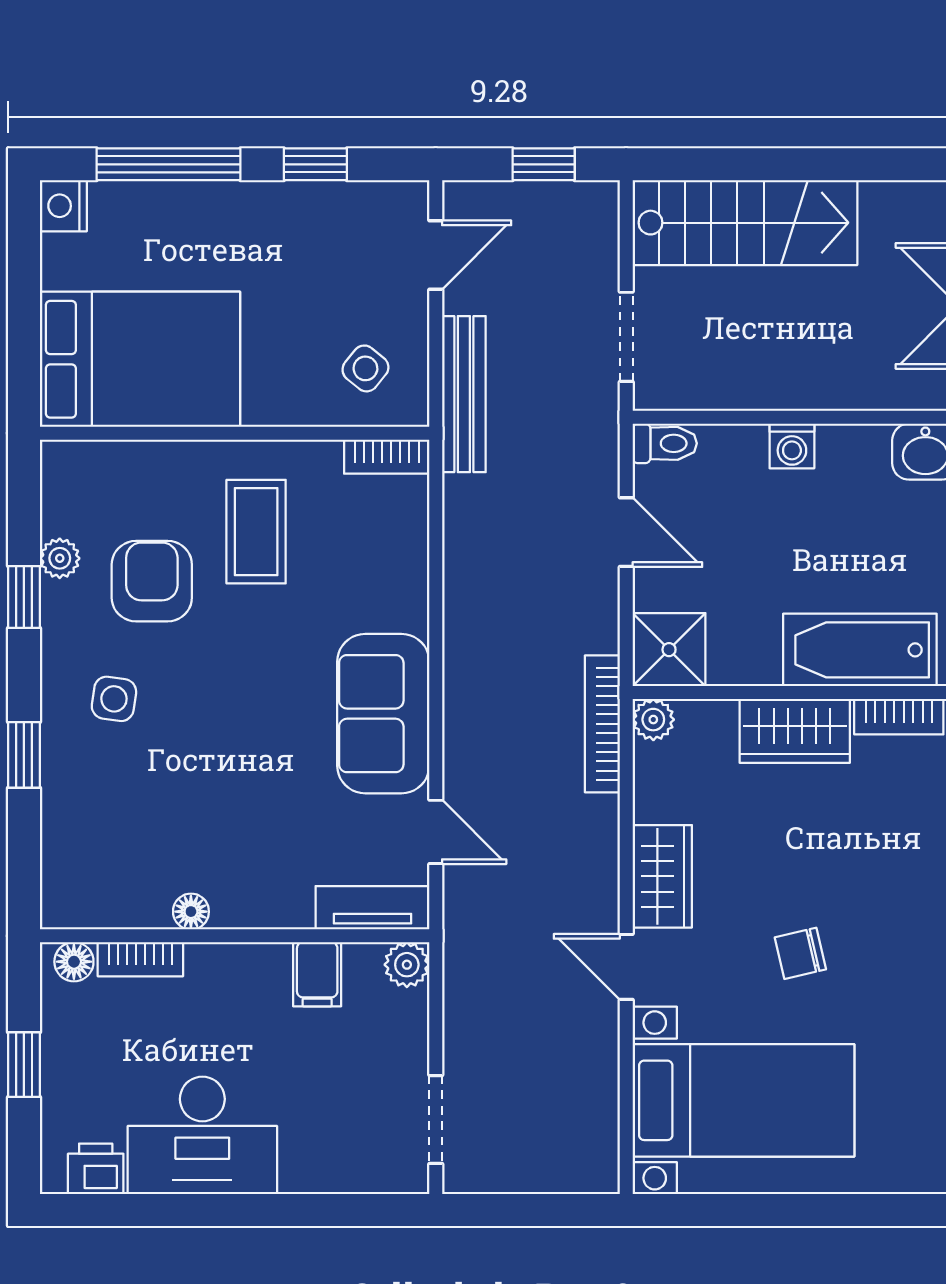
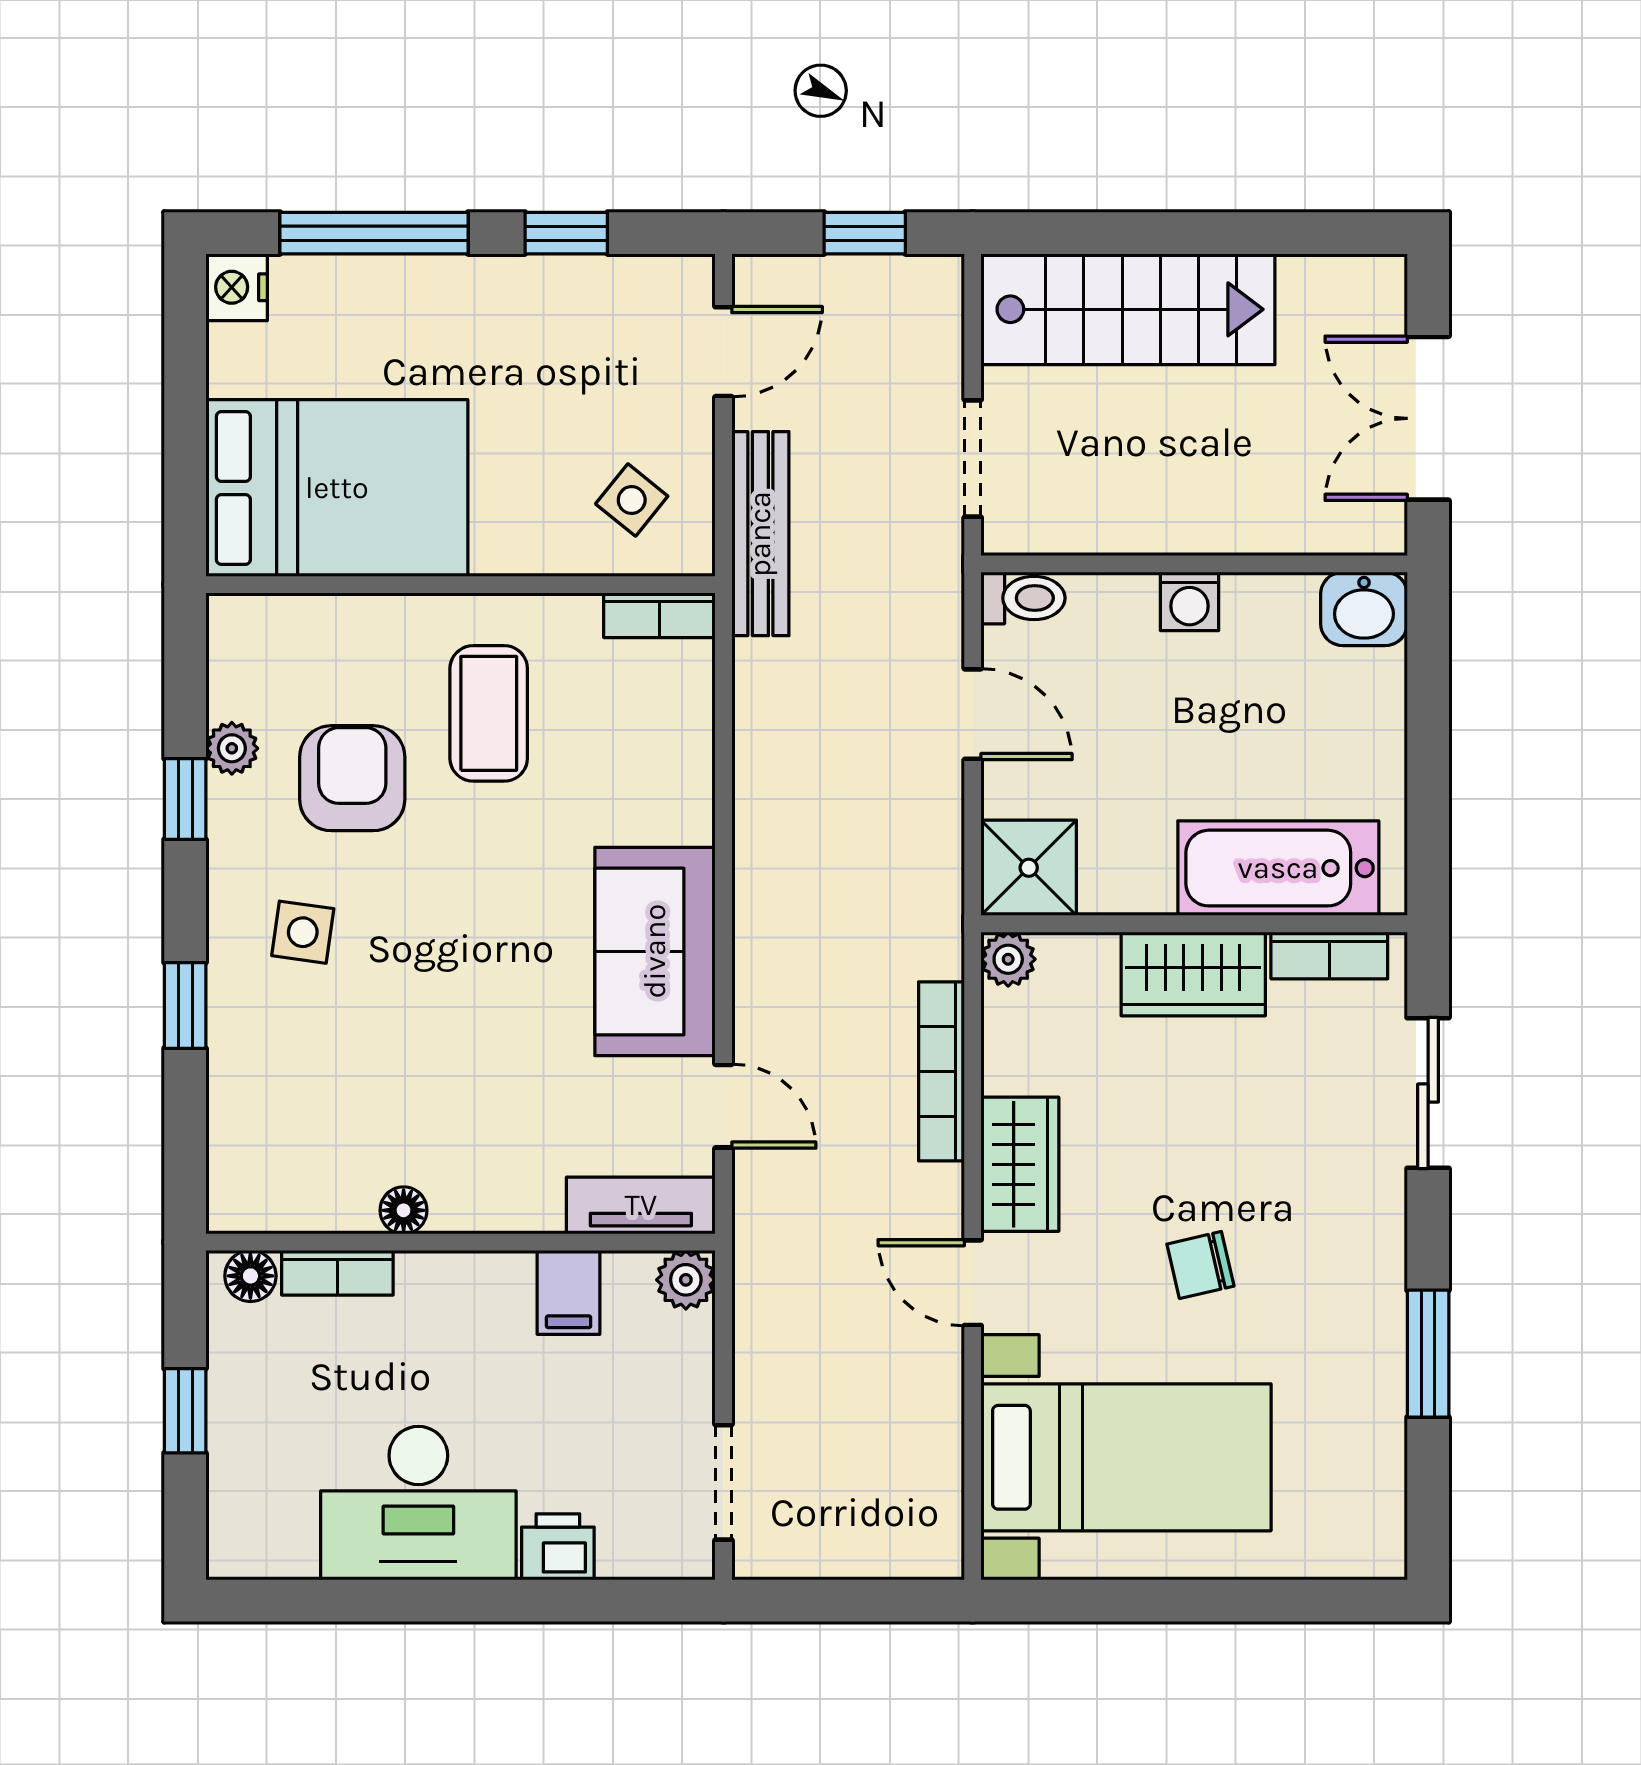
bookcase: (602, 724) -> (941, 1071), moved
printer: (96, 1169) -> (558, 1547), moved

